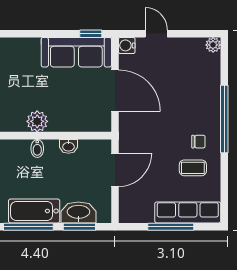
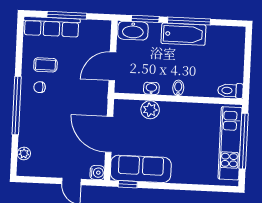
plant: (213, 45) -> (24, 153), moved
plant: (37, 121) -> (150, 110), moved
washbasin: (78, 212) -> (133, 31), moved

